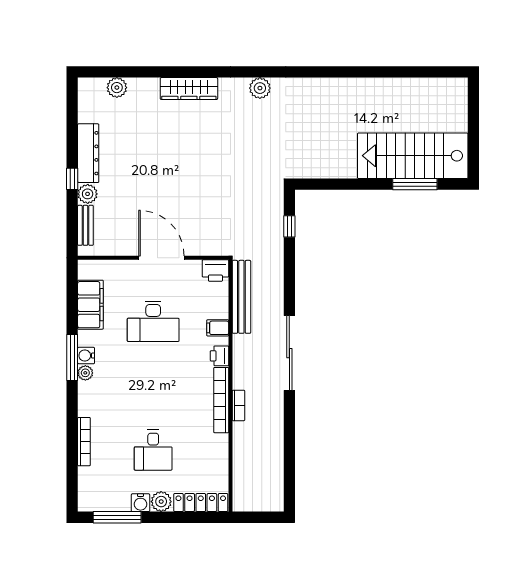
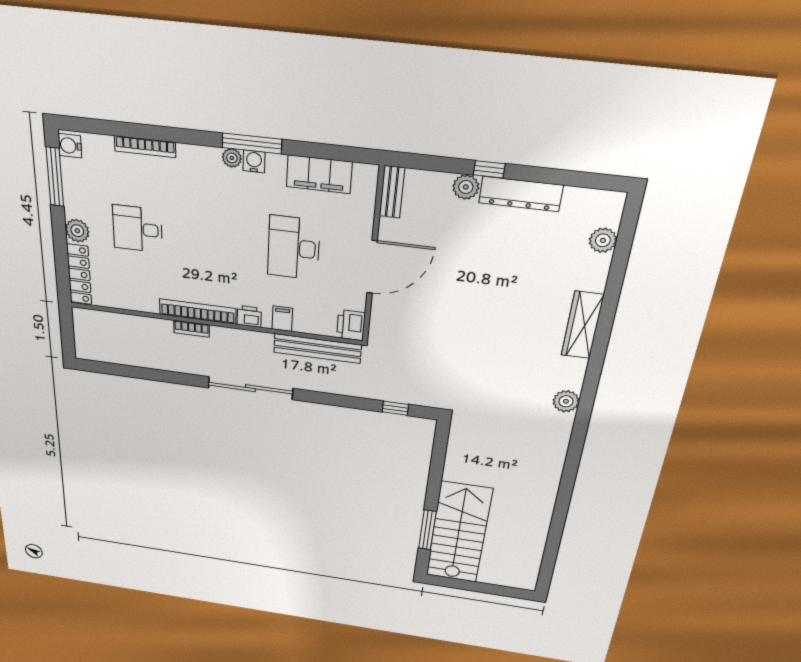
bench: (85, 225) -> (392, 192), moved, turned 90
water cooler: (140, 503) -> (70, 146), moved

